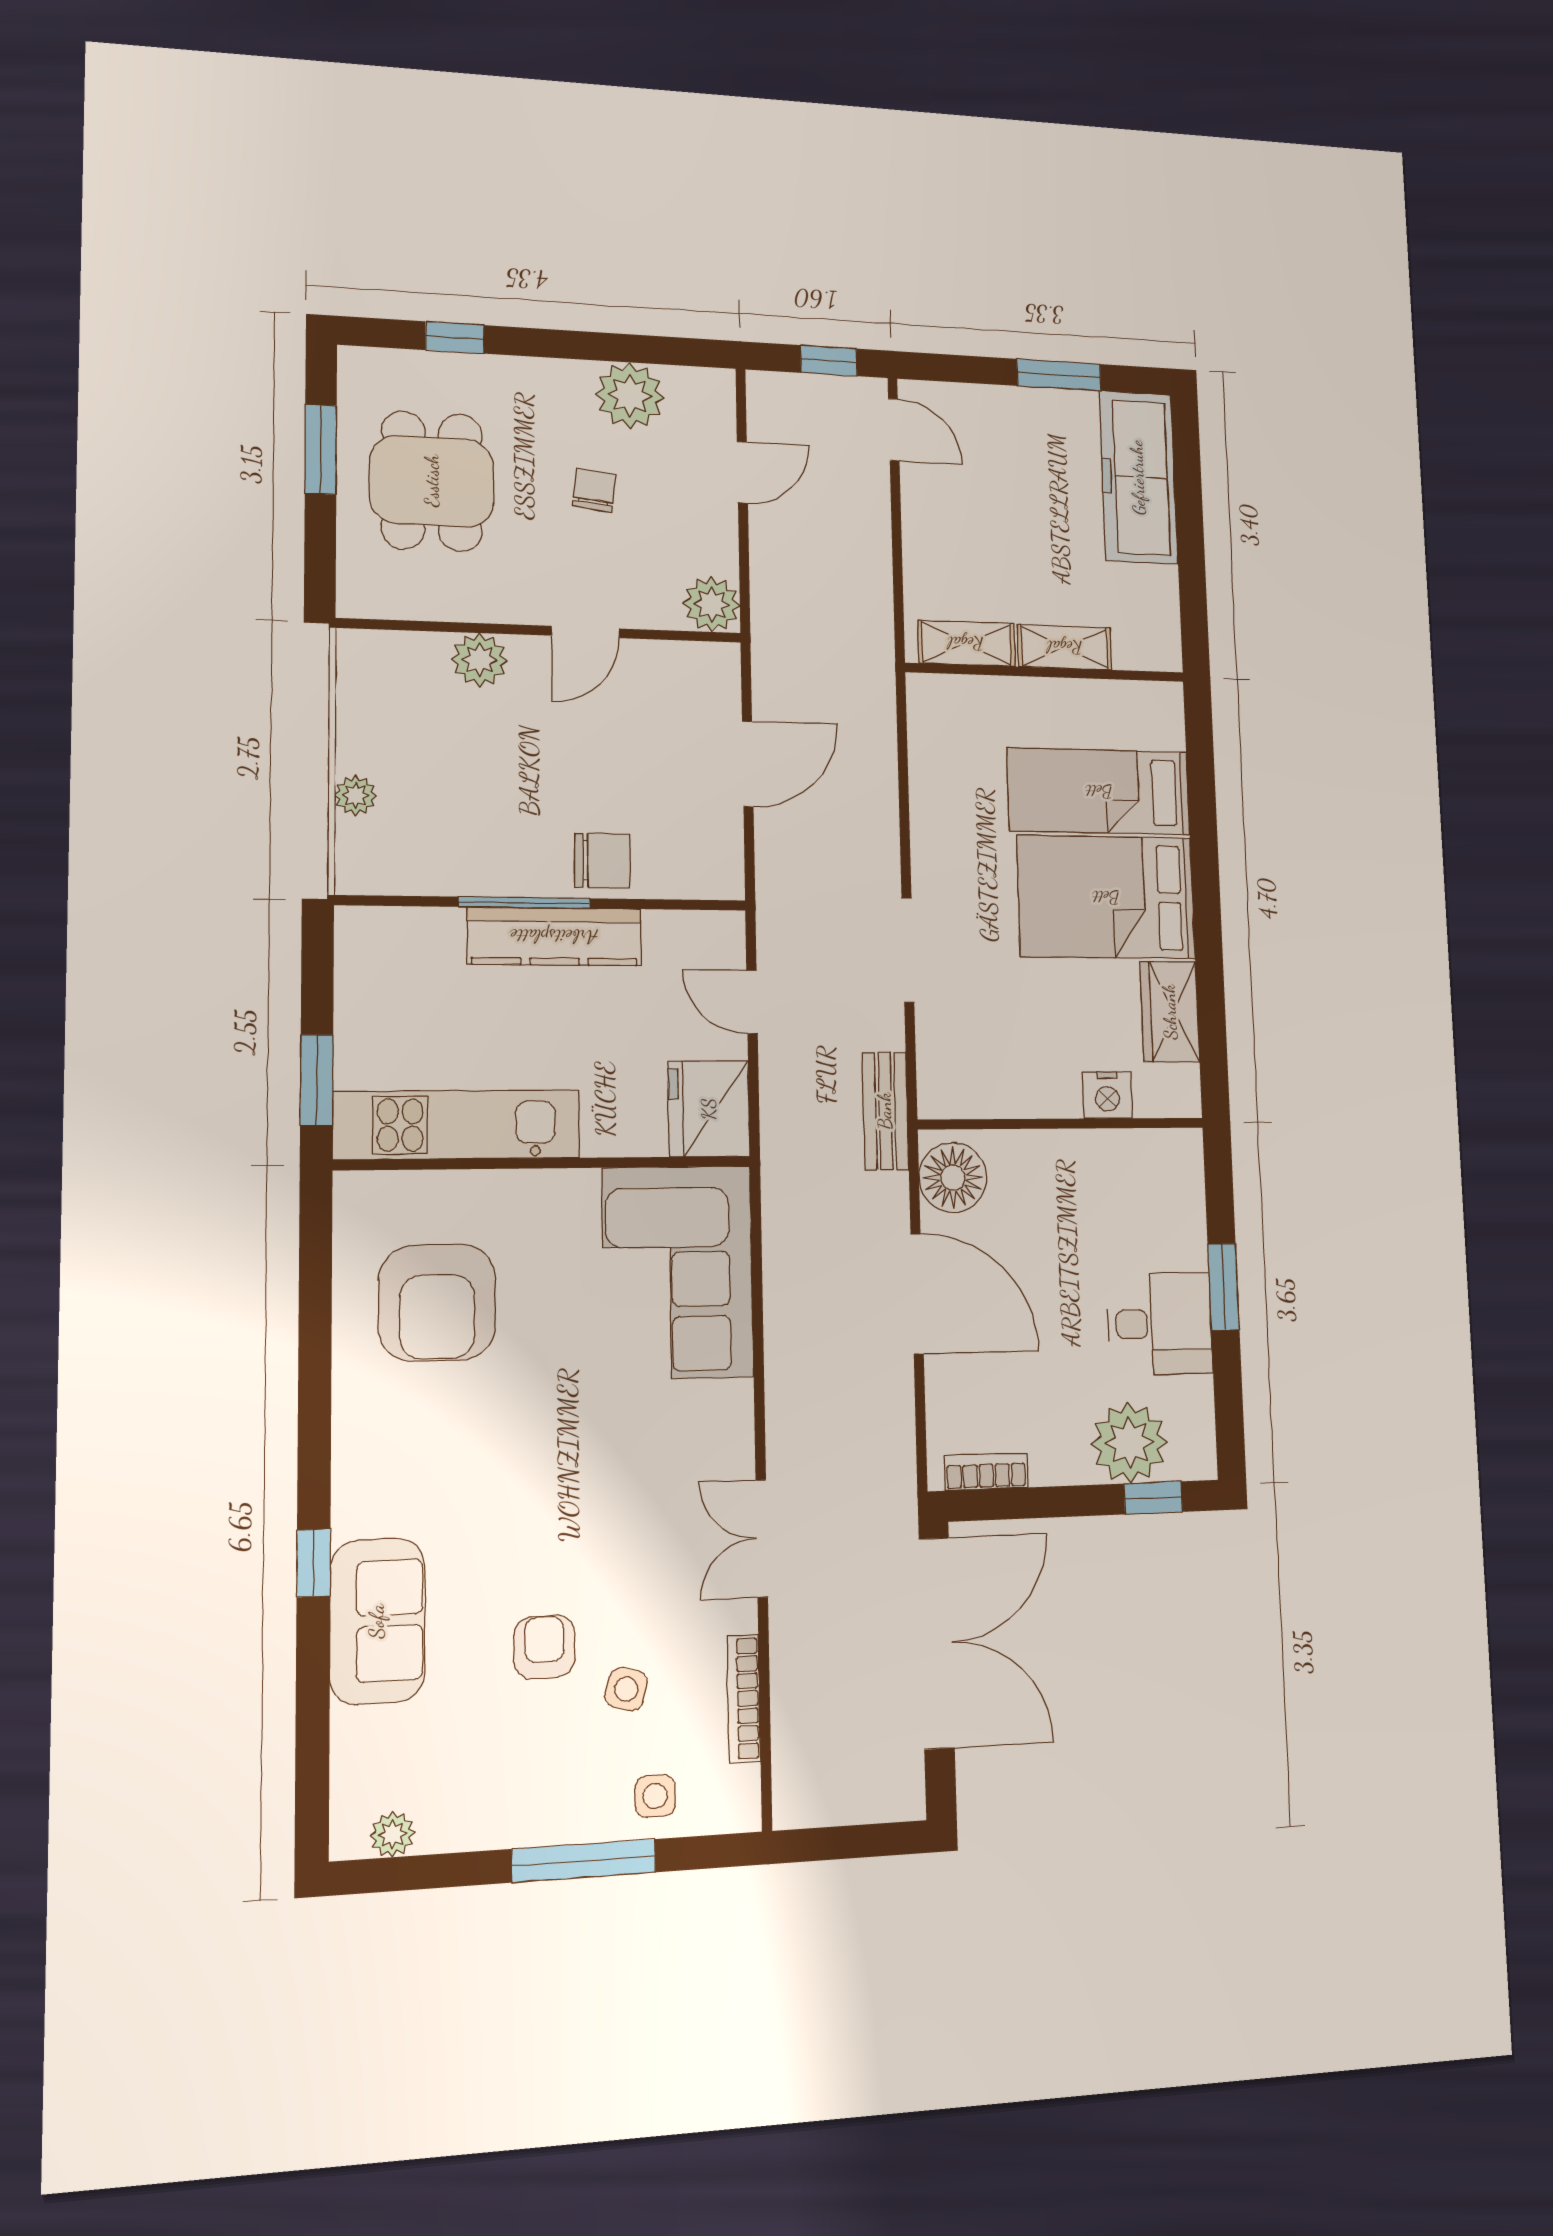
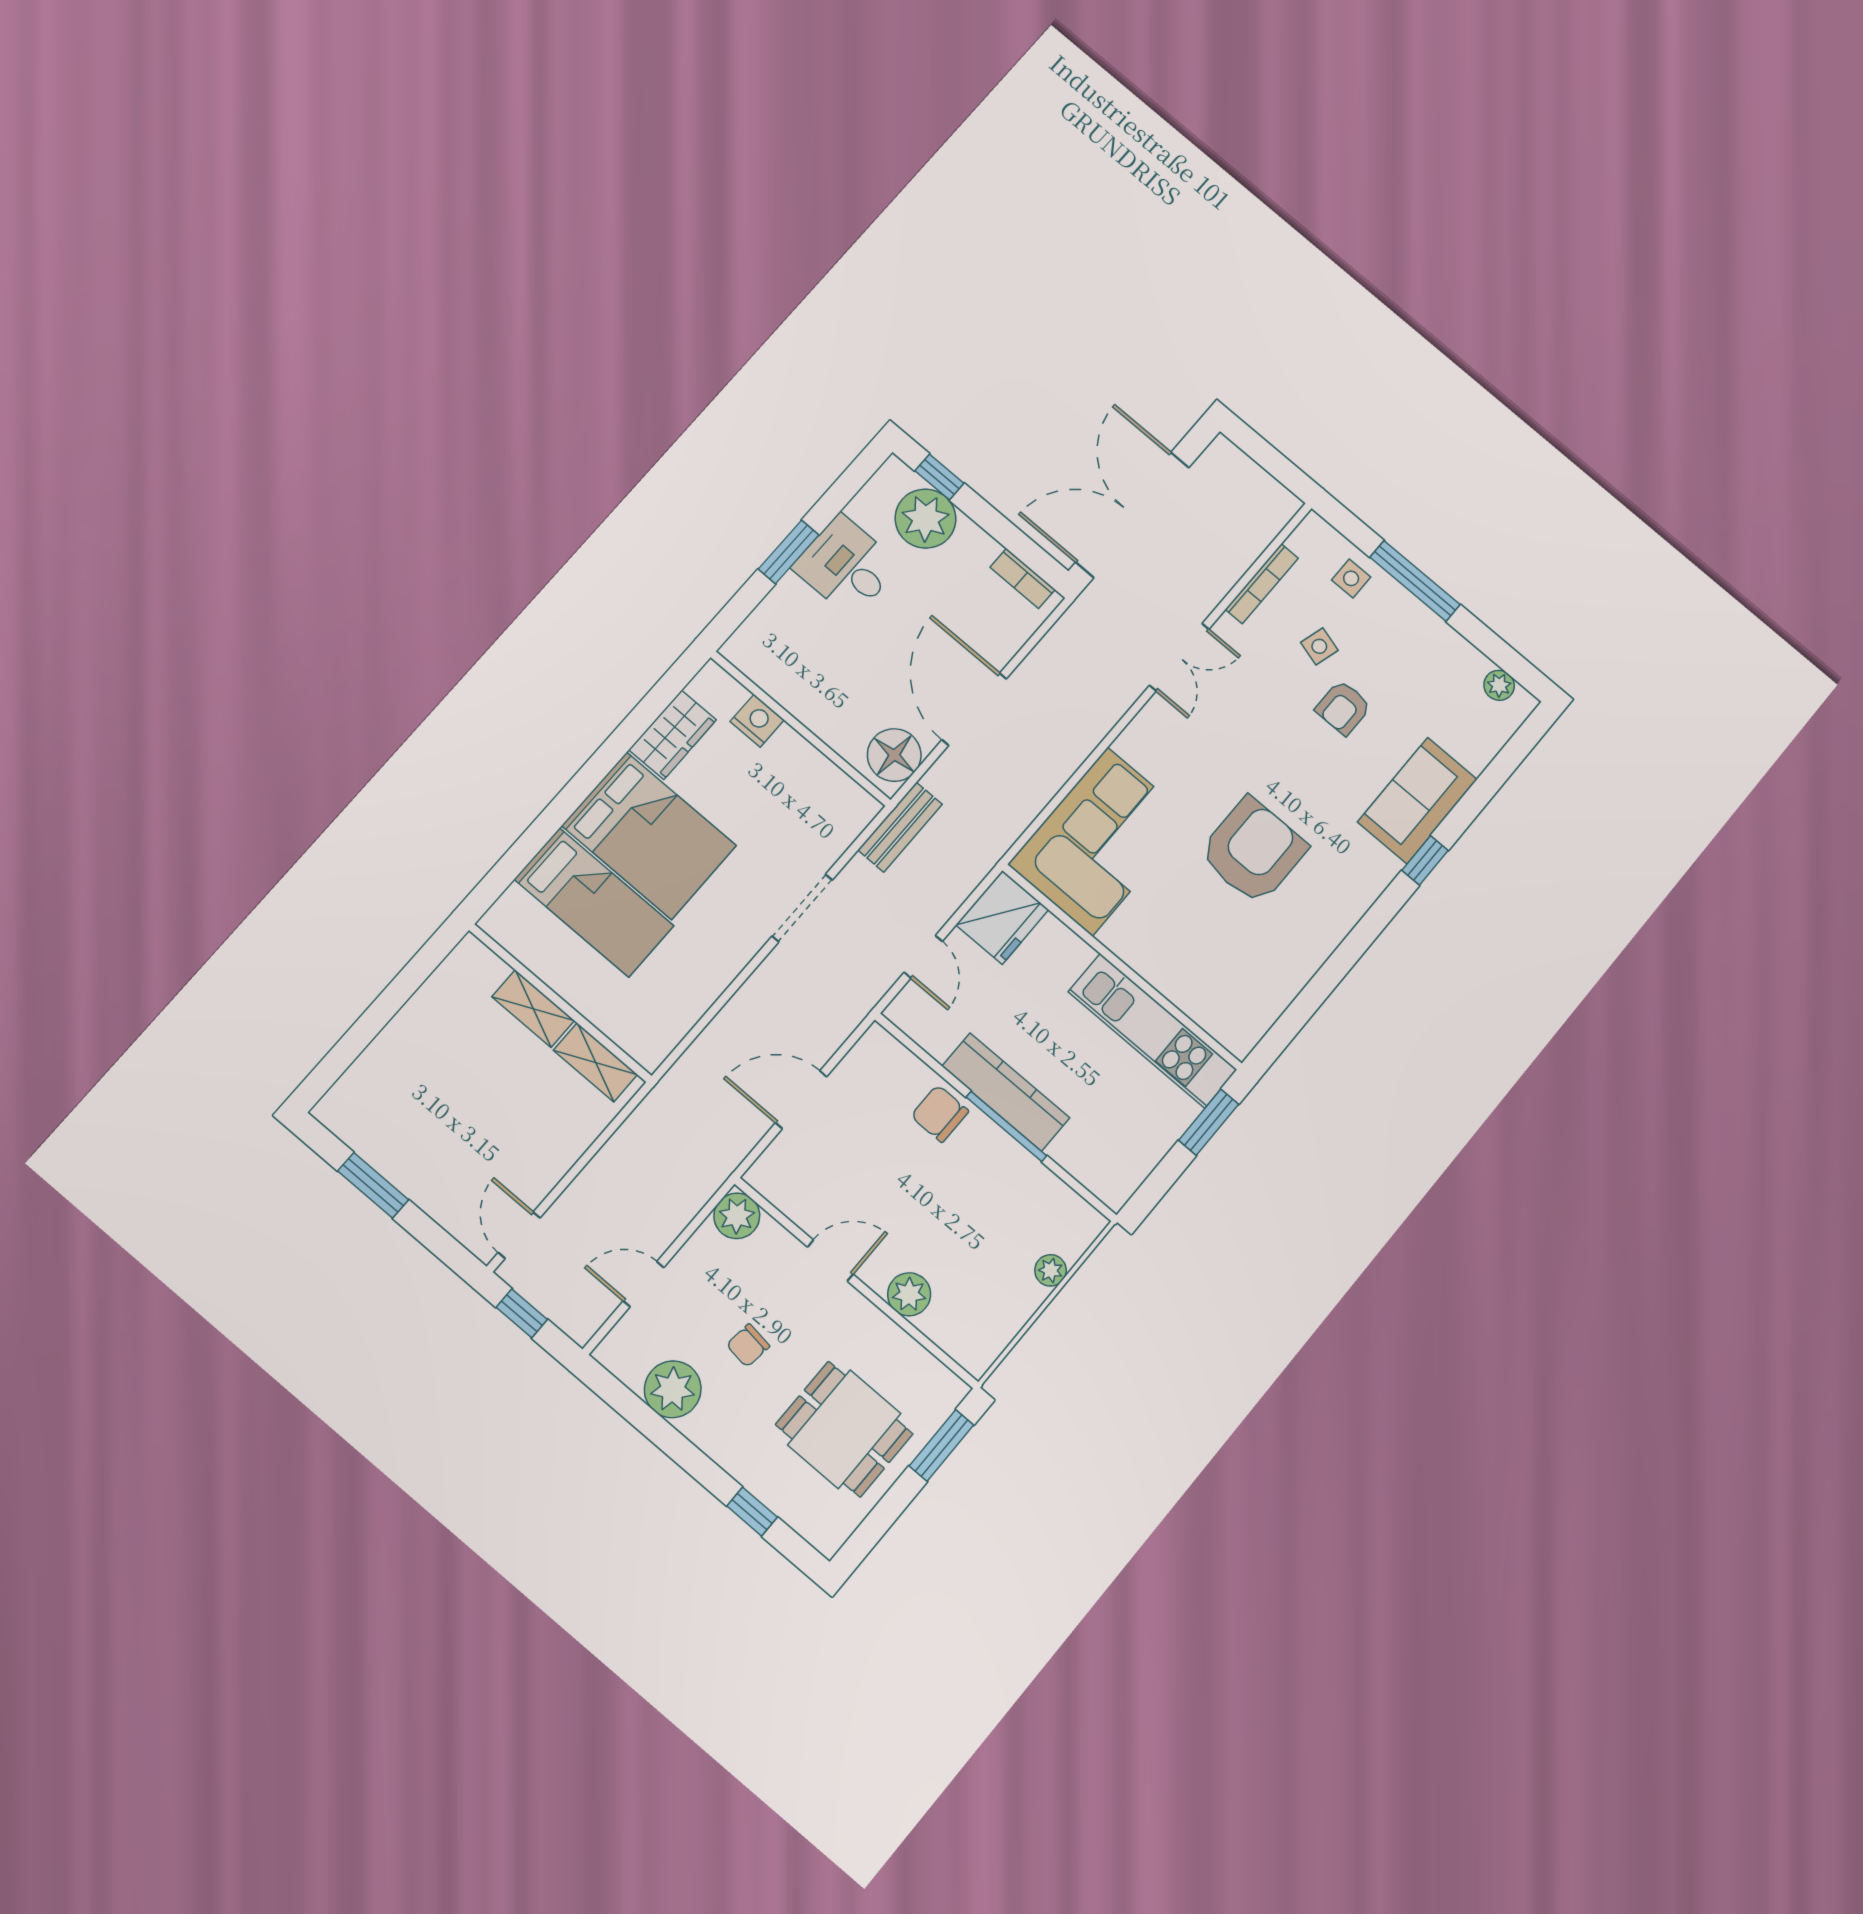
window: (321, 449) -> (941, 1445), moved
freezer: (1138, 477) -> (381, 1077), removed
dining table: (432, 481) -> (844, 1429), turned 90
armchair: (437, 1303) -> (1253, 851), moved

